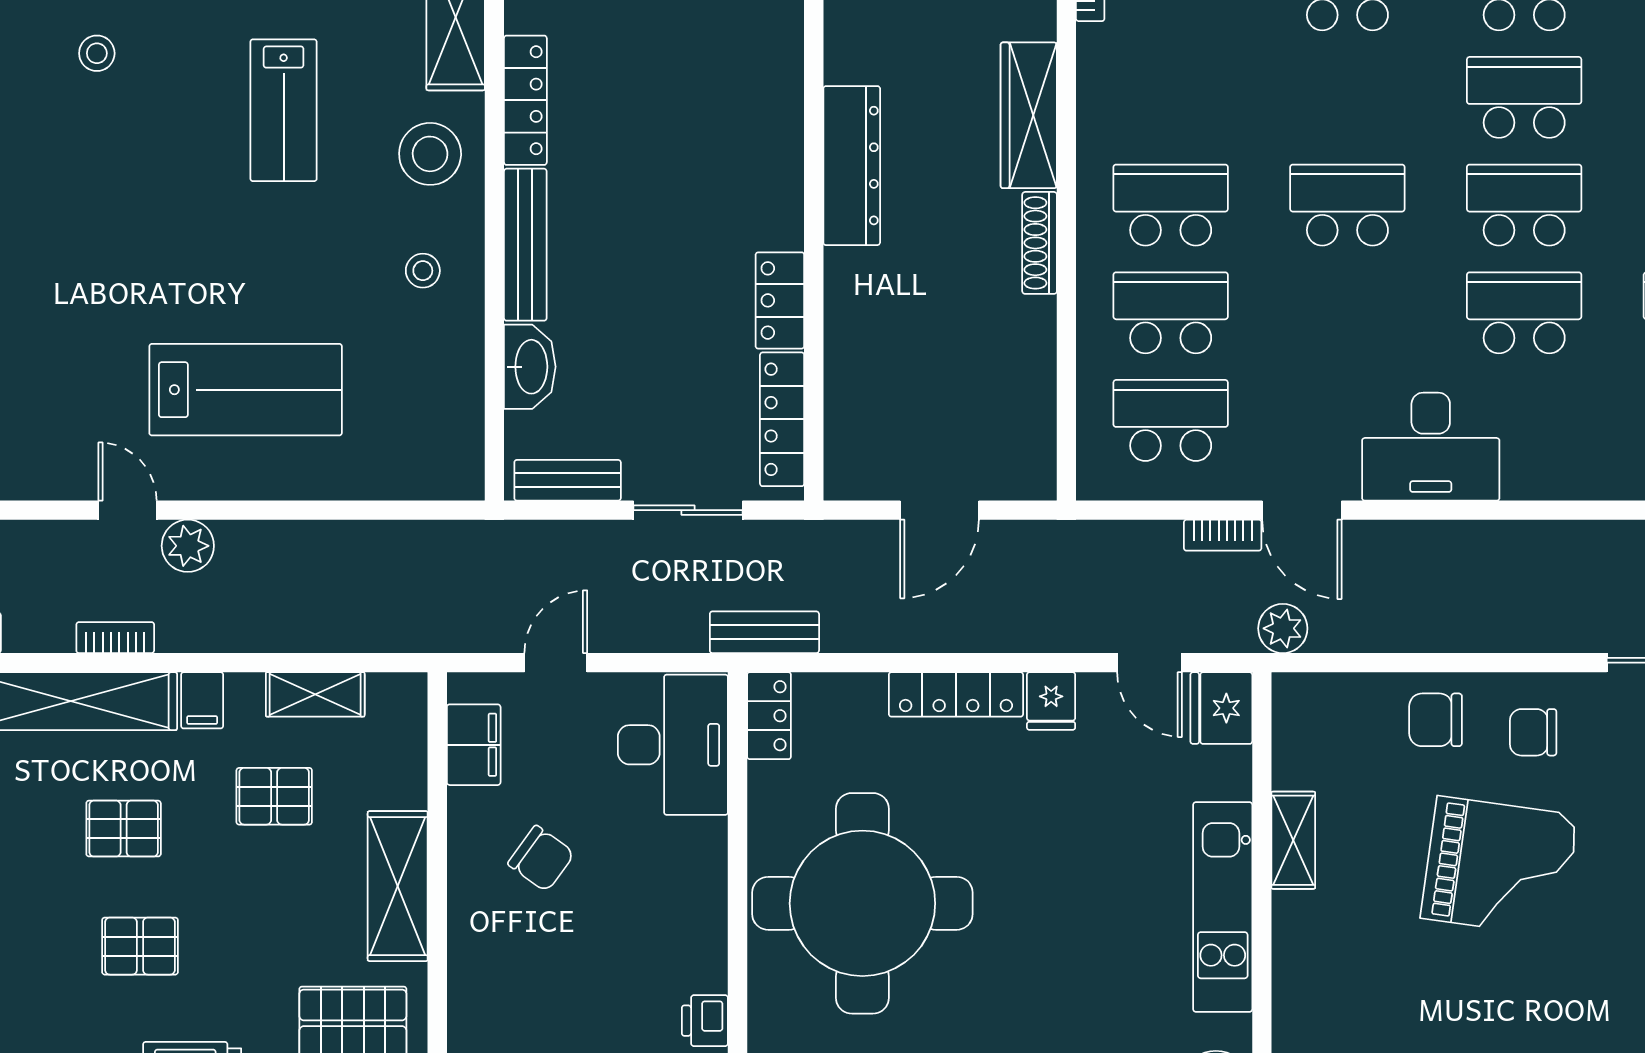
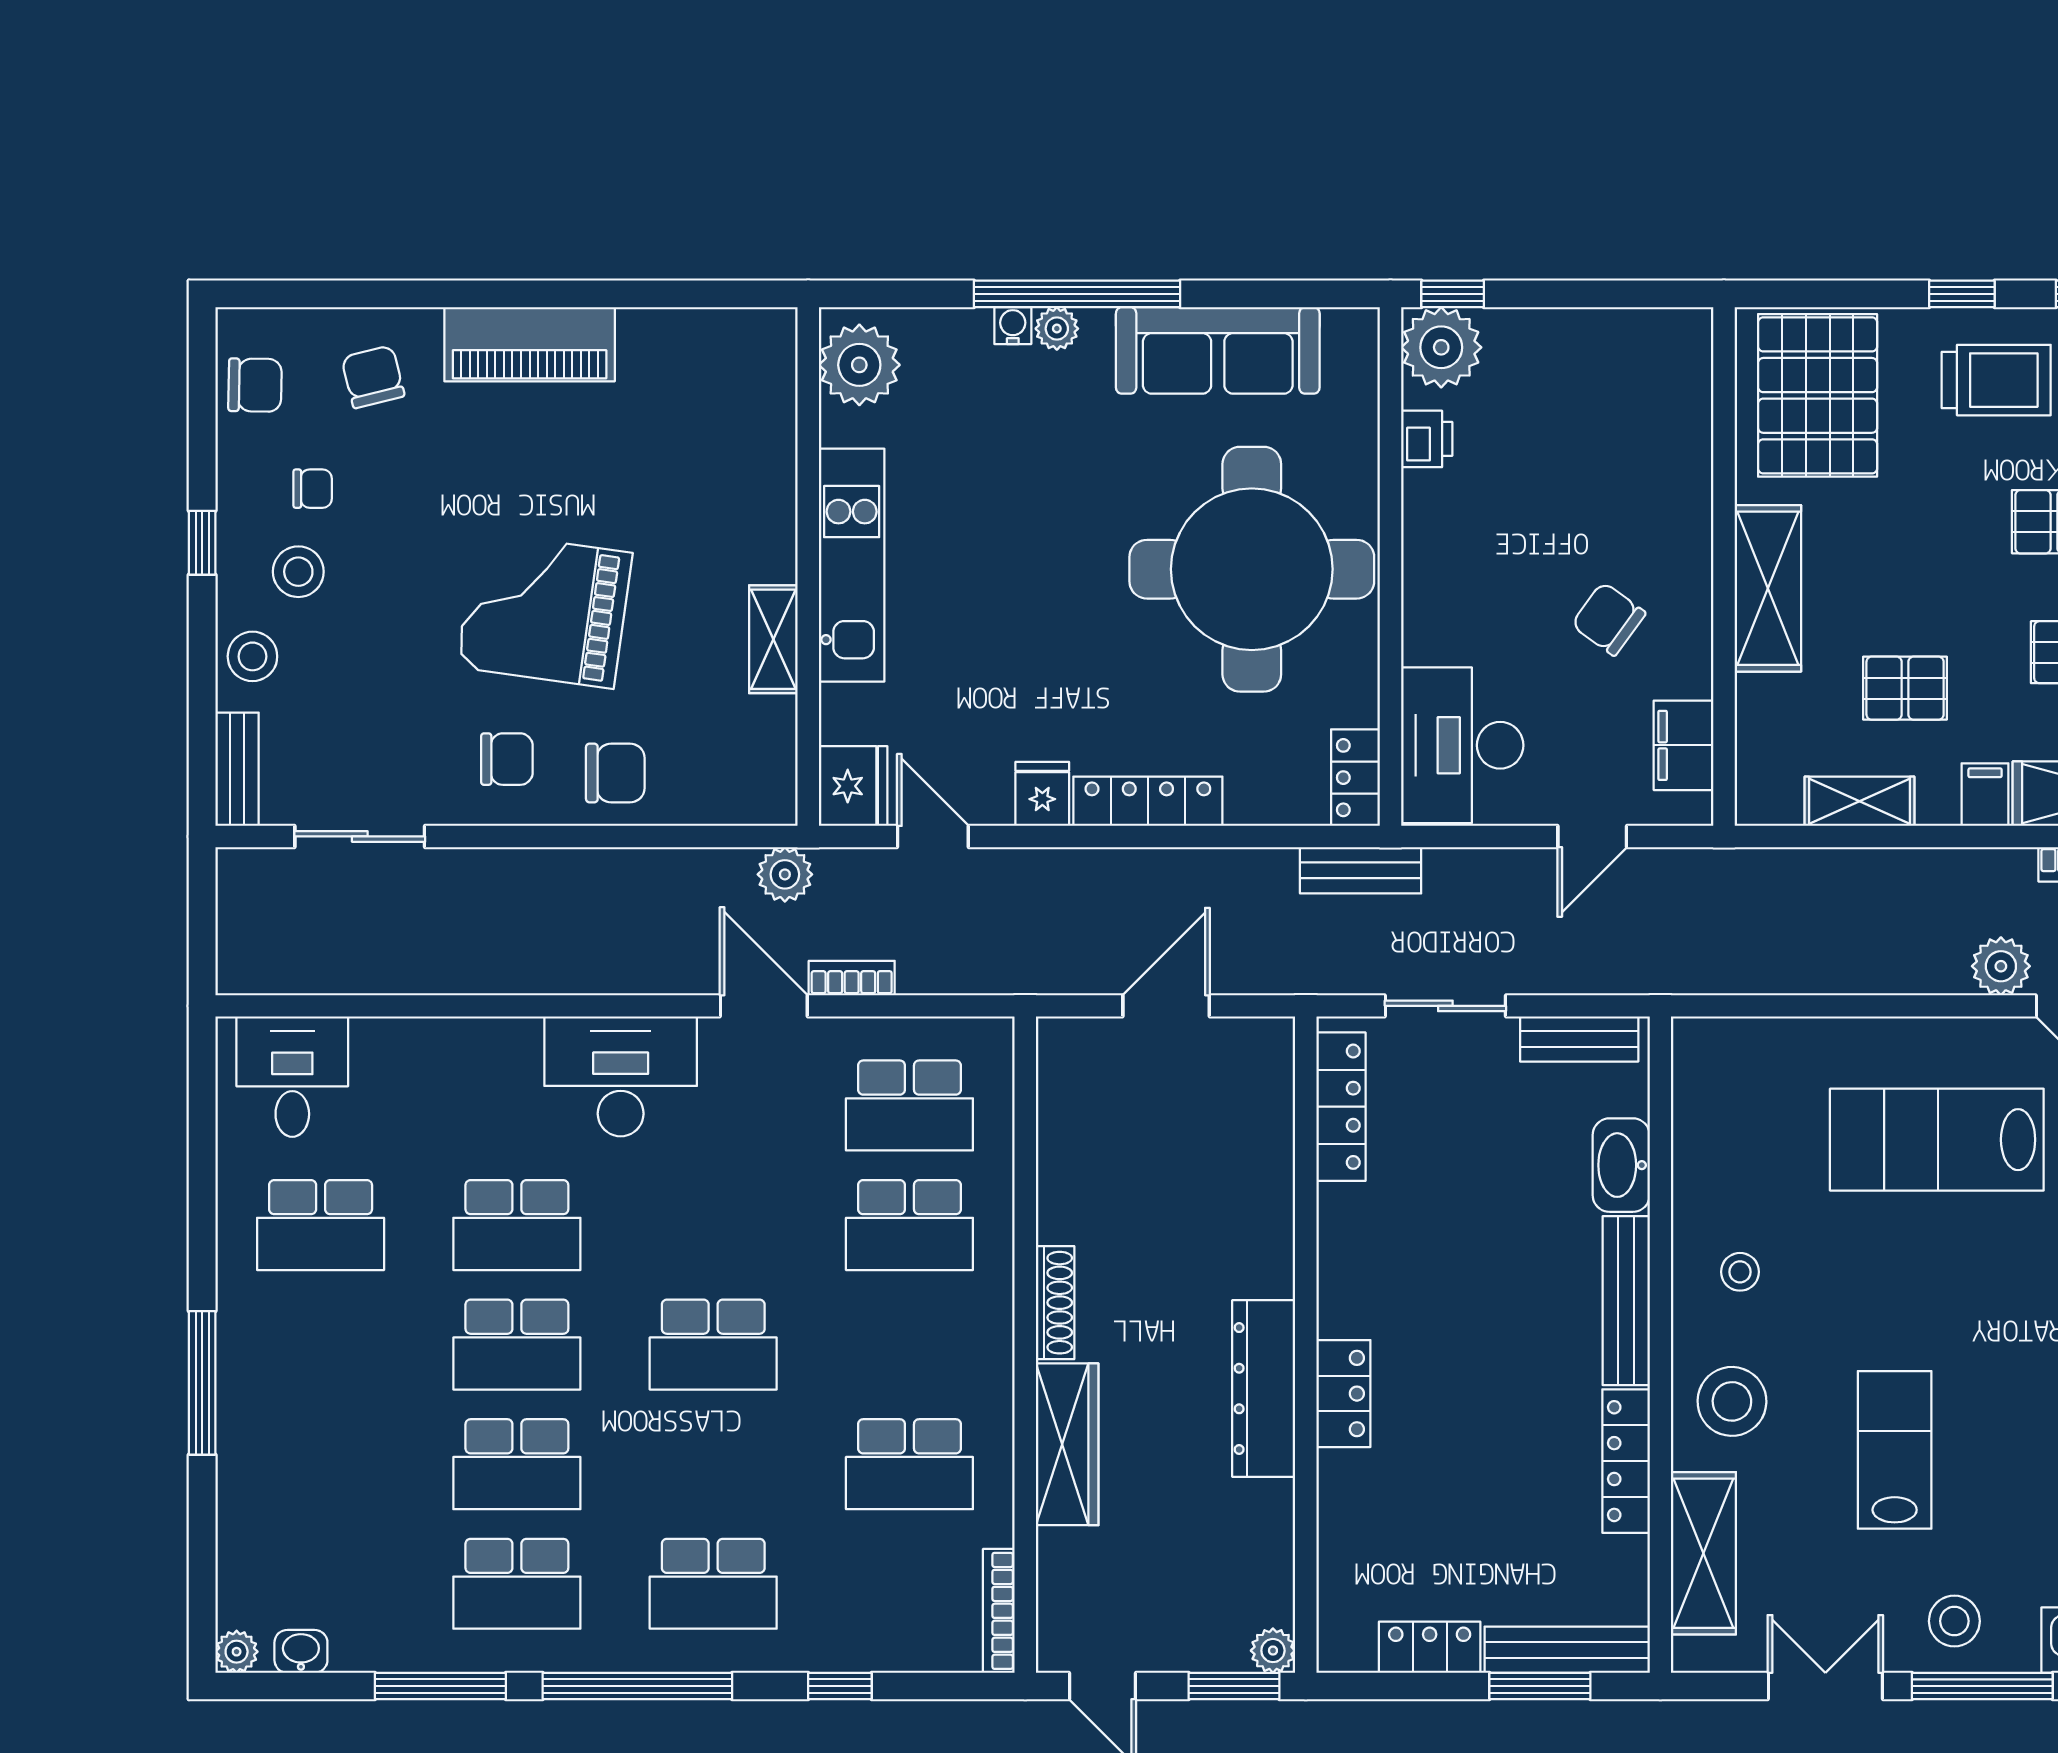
school desk: (1171, 205) -> (909, 1464), moved
locker: (780, 300) -> (1343, 1394), moved

